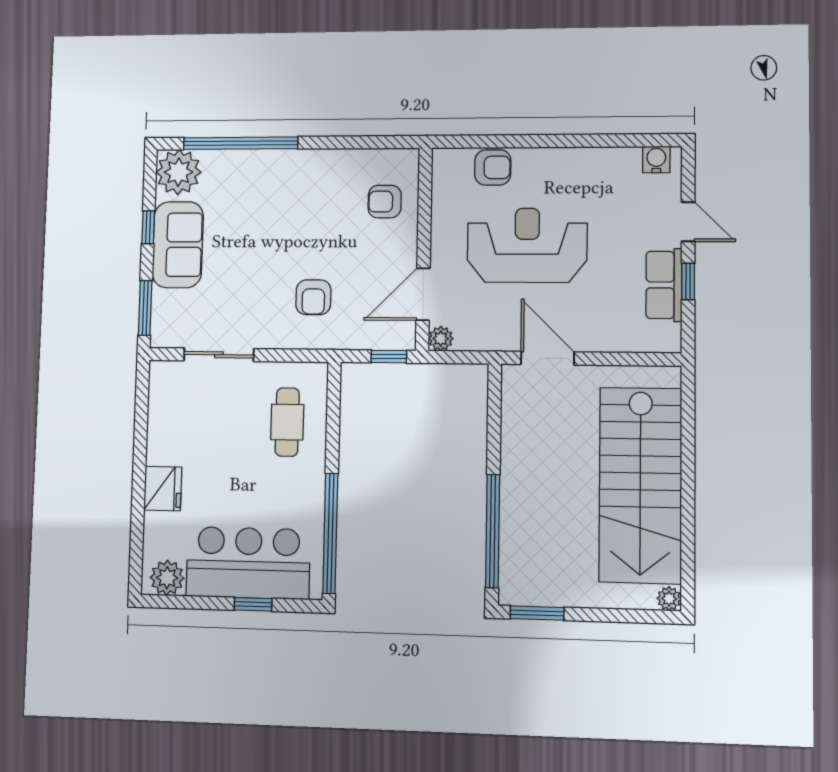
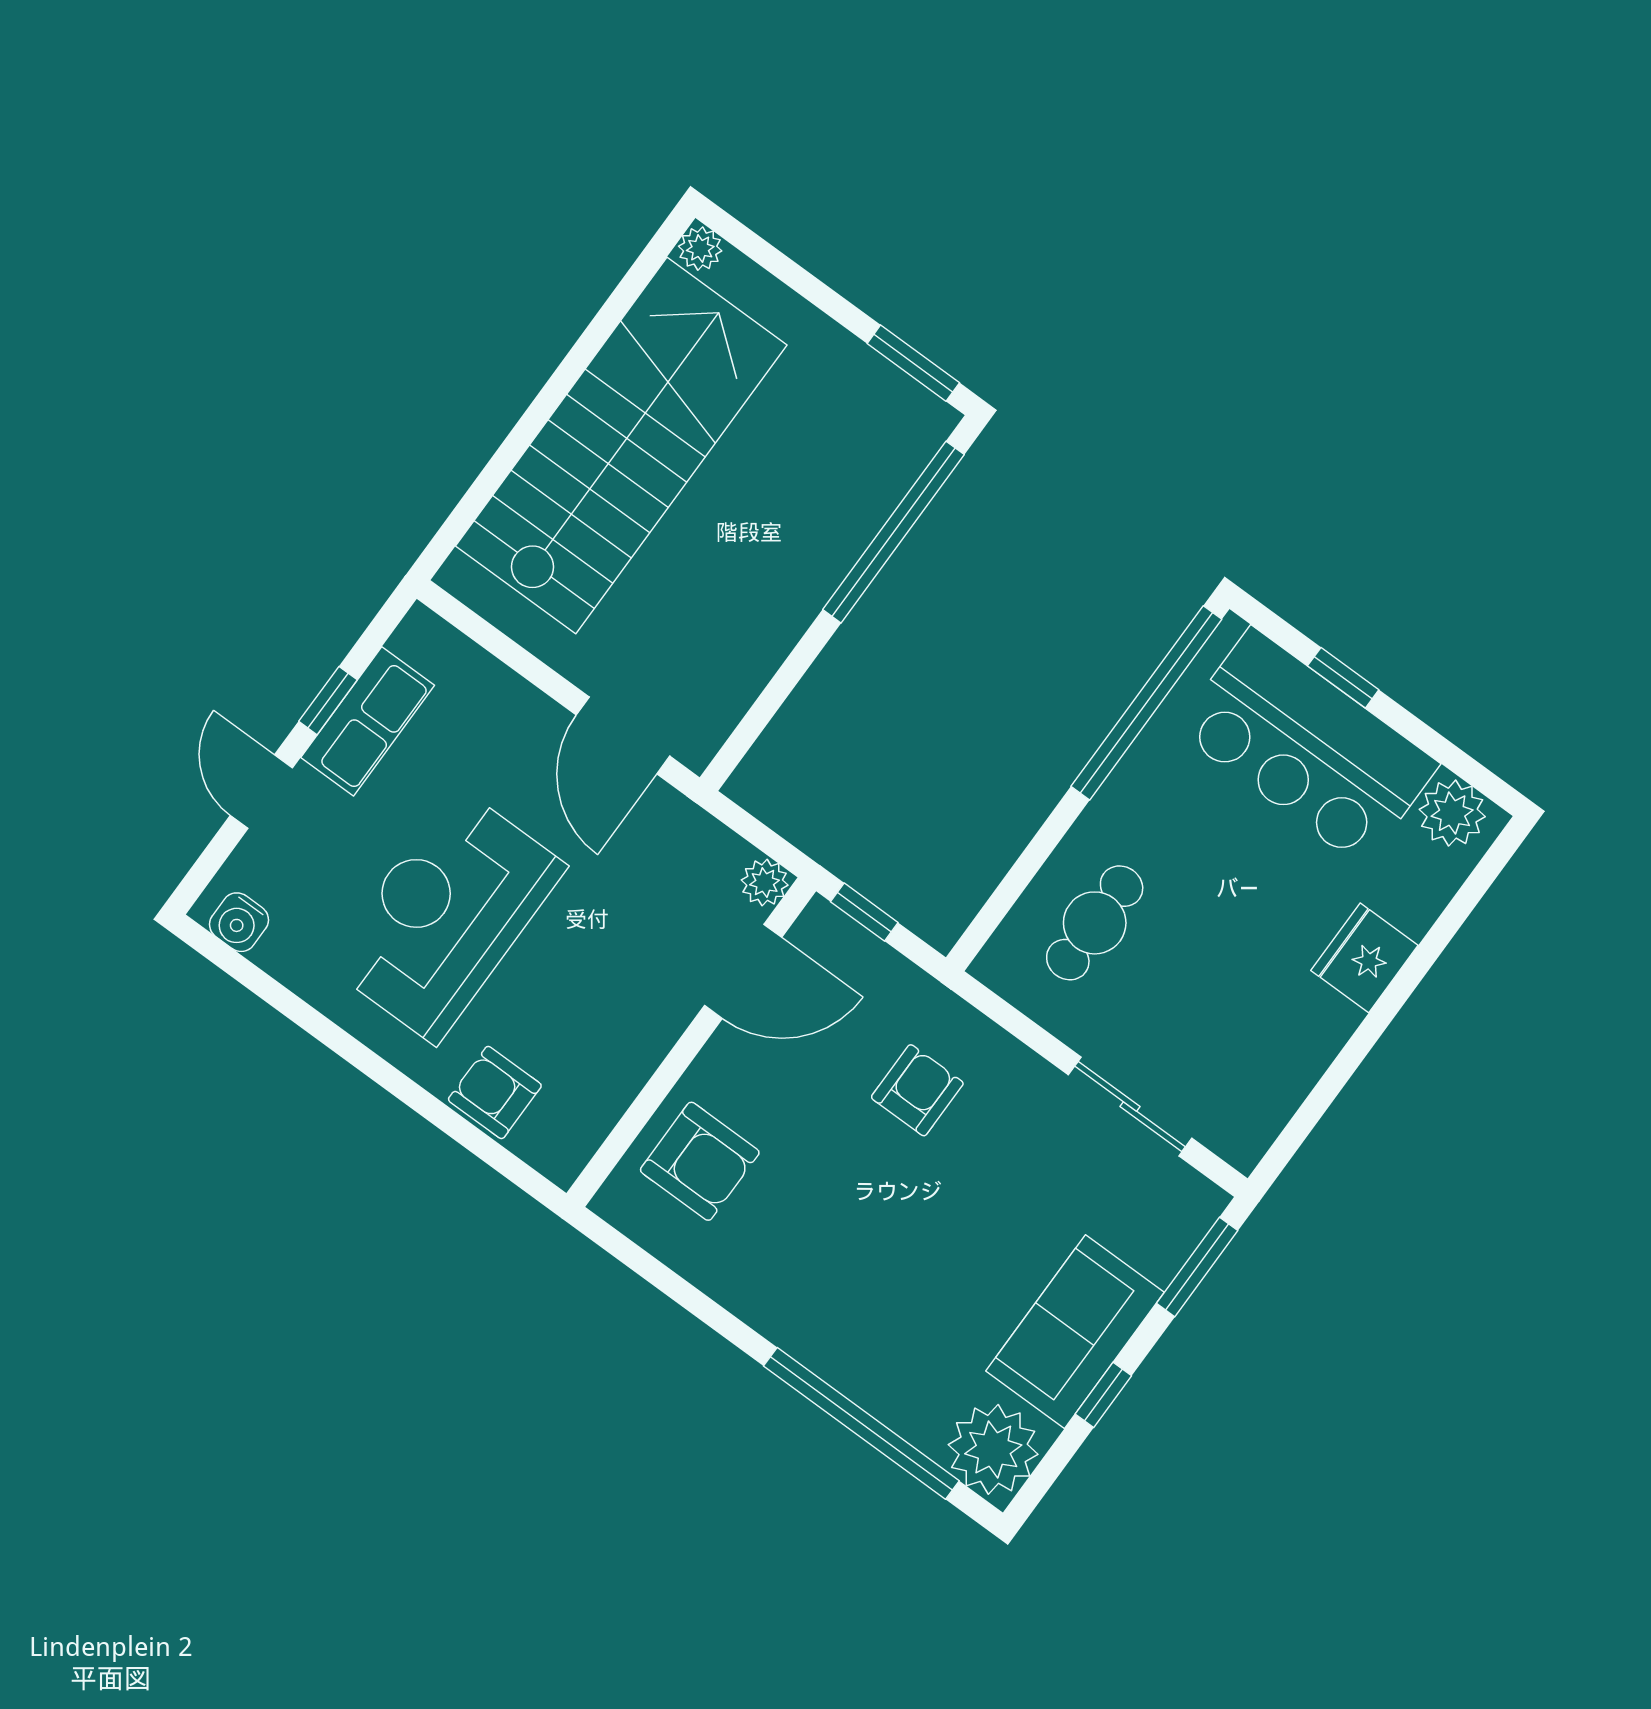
armchair: (385, 202) -> (700, 1161), width x1.38, depth x1.38
reception desk: (527, 245) -> (446, 915), moved, turned 90

